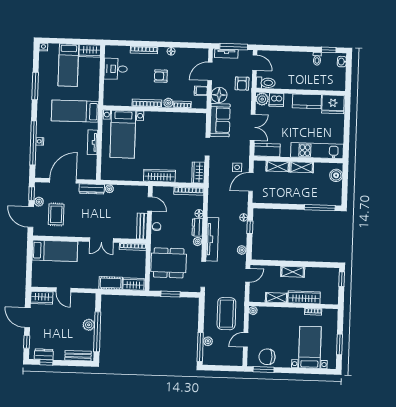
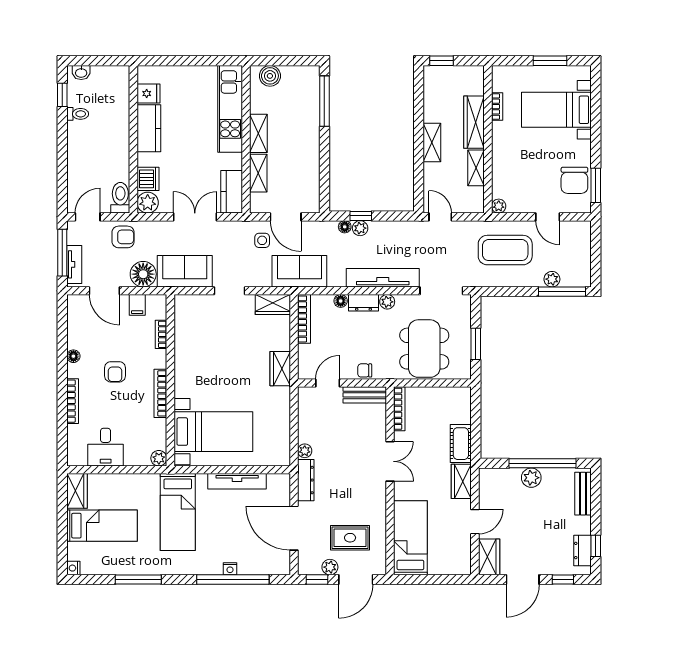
plant: (168, 103) -> (159, 458), moved
fridge: (333, 104) -> (149, 94), width x0.53, depth x0.75
tv unit: (93, 142) -> (237, 481), width x1.41
wardrobe: (159, 176) -> (280, 369), width x0.67
sofa: (218, 189) -> (299, 271), added
plant: (242, 250) -> (360, 228), moved
wardrobe: (133, 284) -> (461, 481), moved

